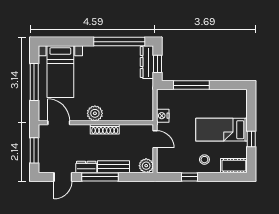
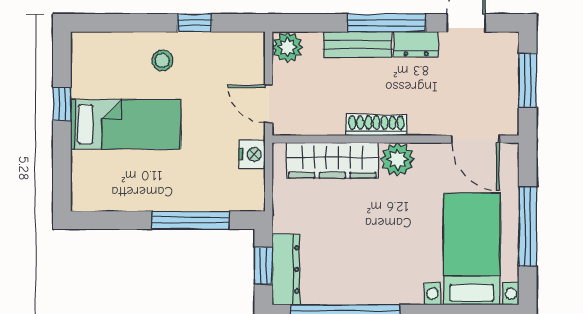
wardrobe: (125, 113) -> (332, 160), added
cot: (234, 166) -> (99, 47), removed

